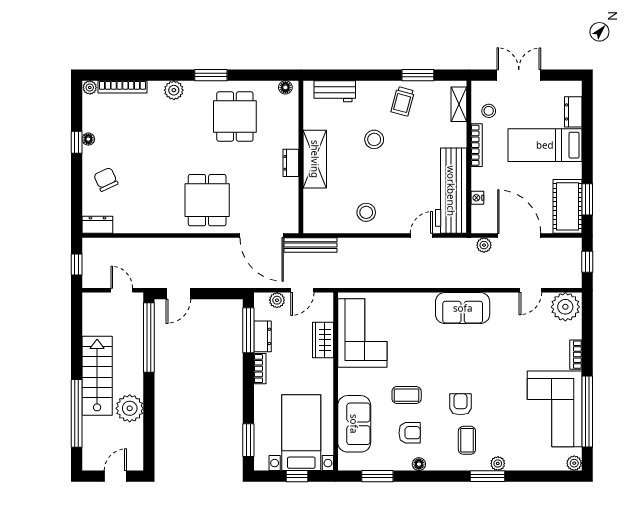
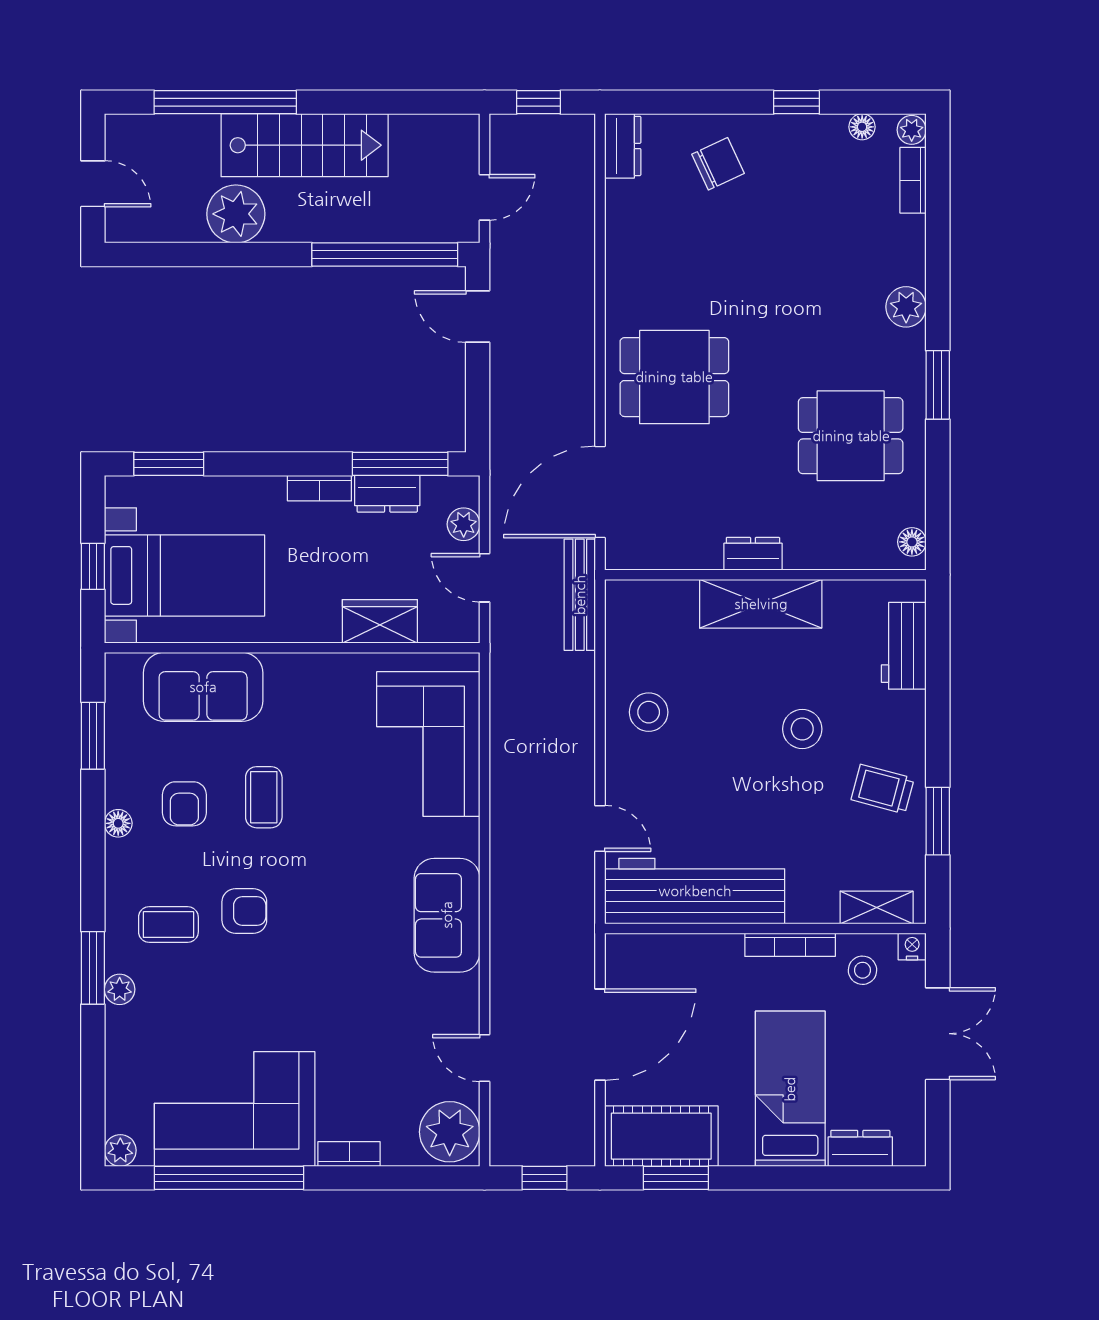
bookcase: (122, 87) -> (913, 180), width x0.64
floor lamp: (88, 139) -> (862, 127), moved
nightstand: (477, 198) -> (912, 947), moved
plant: (484, 245) -> (580, 960), removed
corner sofa: (362, 333) -> (428, 744), moved, turned 90

